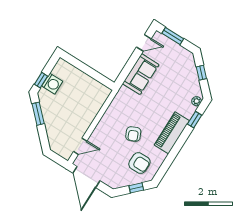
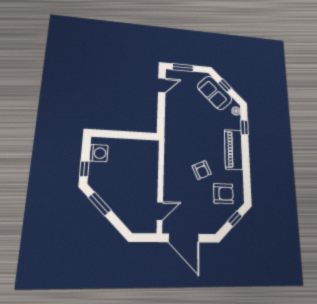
sofa: (141, 74) -> (215, 93), moved, turned 135
washing machine: (52, 84) -> (99, 153), moved

